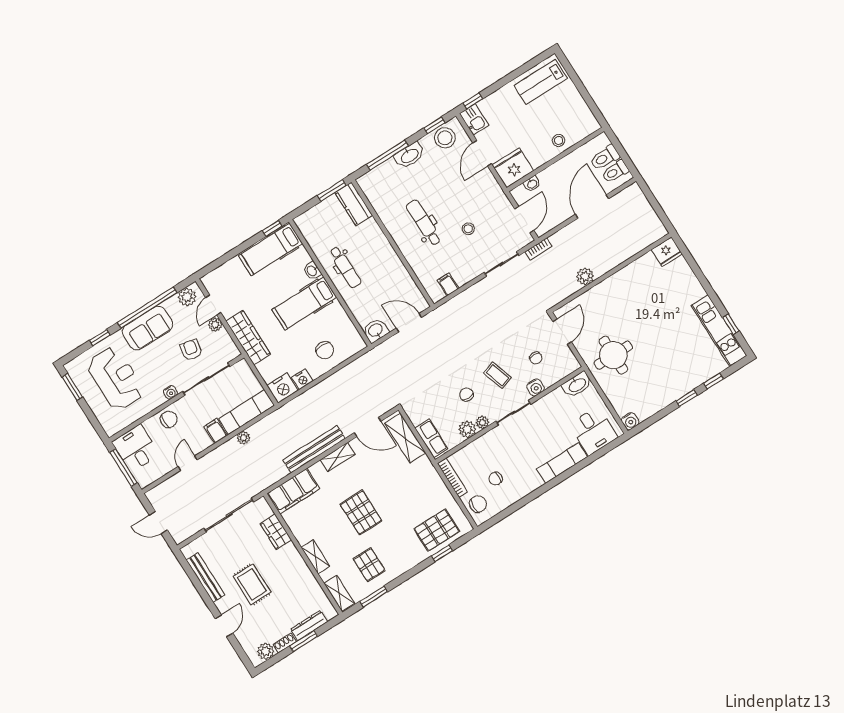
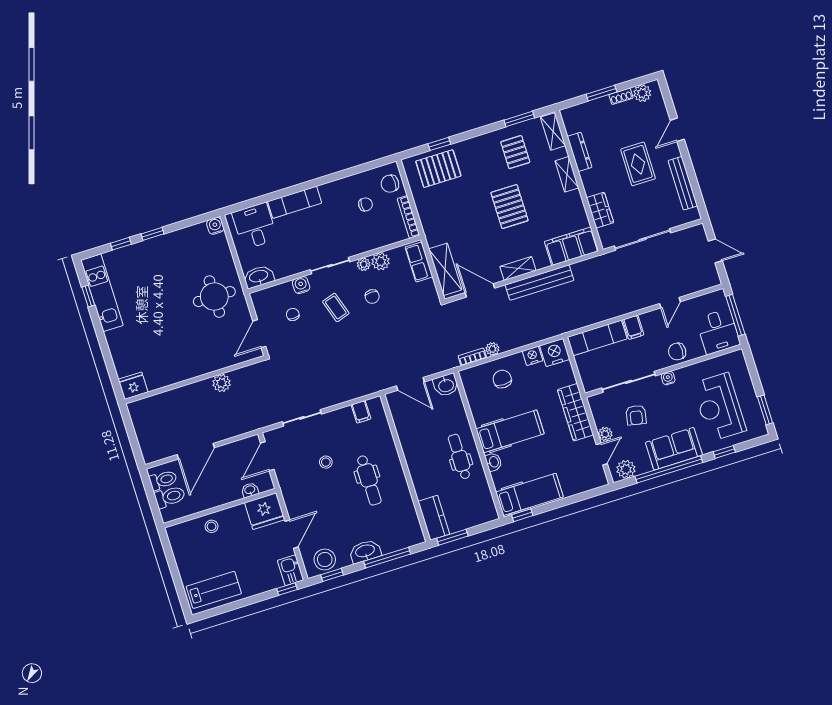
bookcase: (539, 249) -> (472, 357), moved
plant: (243, 438) -> (492, 349), moved
dresser: (309, 625) -> (580, 152), moved, turned -90

